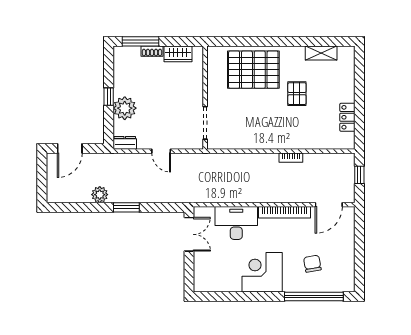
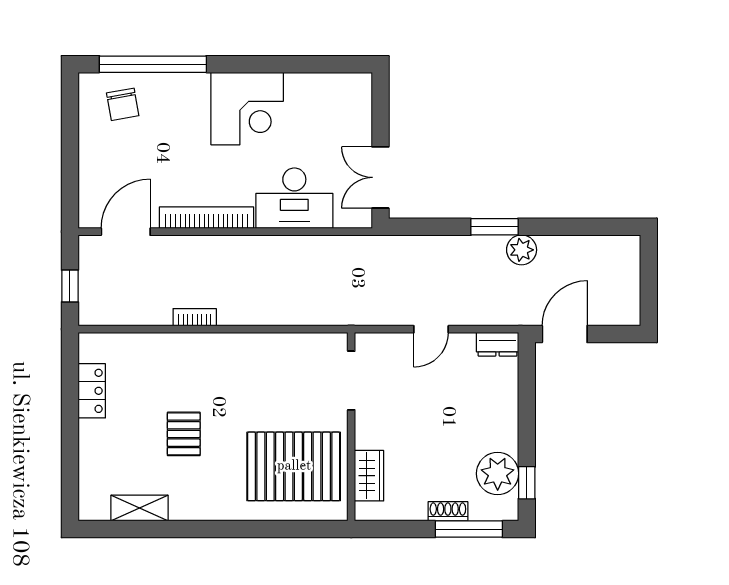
wardrobe: (178, 54) -> (369, 476), moved, turned 90
pallet: (253, 70) -> (294, 466), moved
window: (109, 97) -> (527, 483), moved
plant: (125, 108) -> (498, 474), moved
door: (70, 148) -> (565, 334), moved
door: (161, 151) -> (431, 329), swing flipped
plant: (100, 195) -> (522, 250), moved
chair: (312, 264) -> (123, 104), moved

